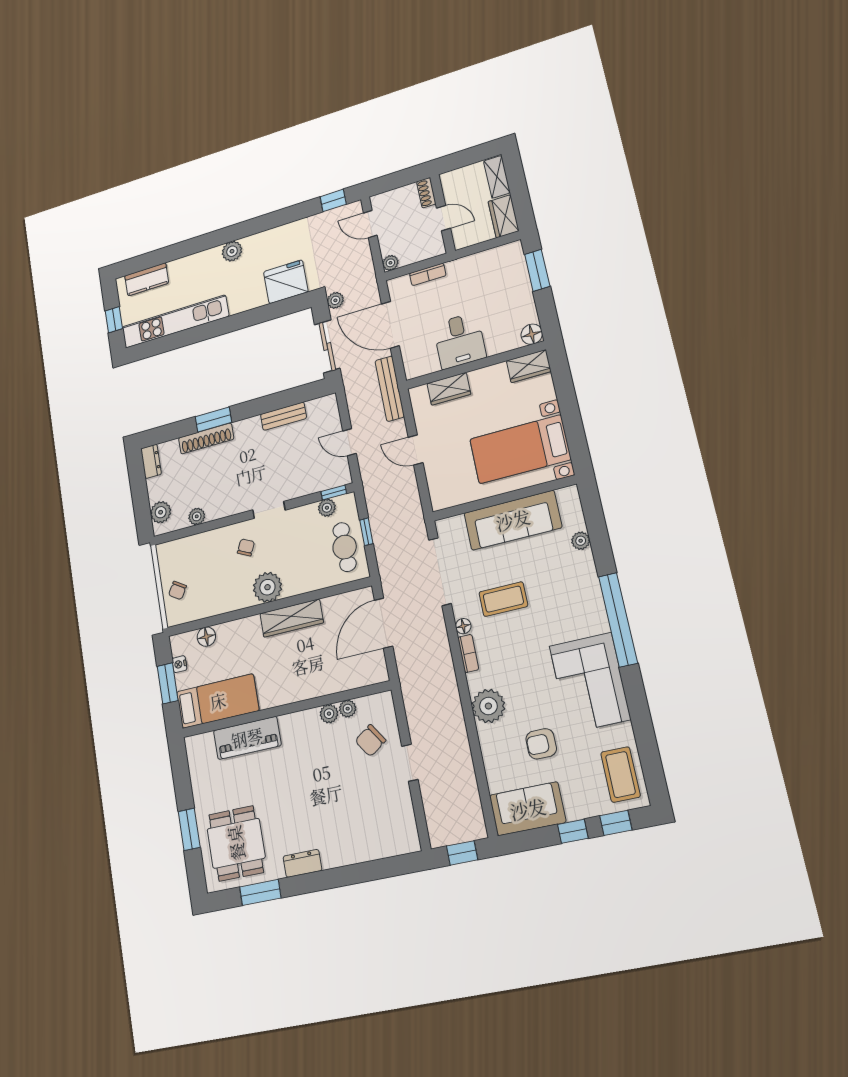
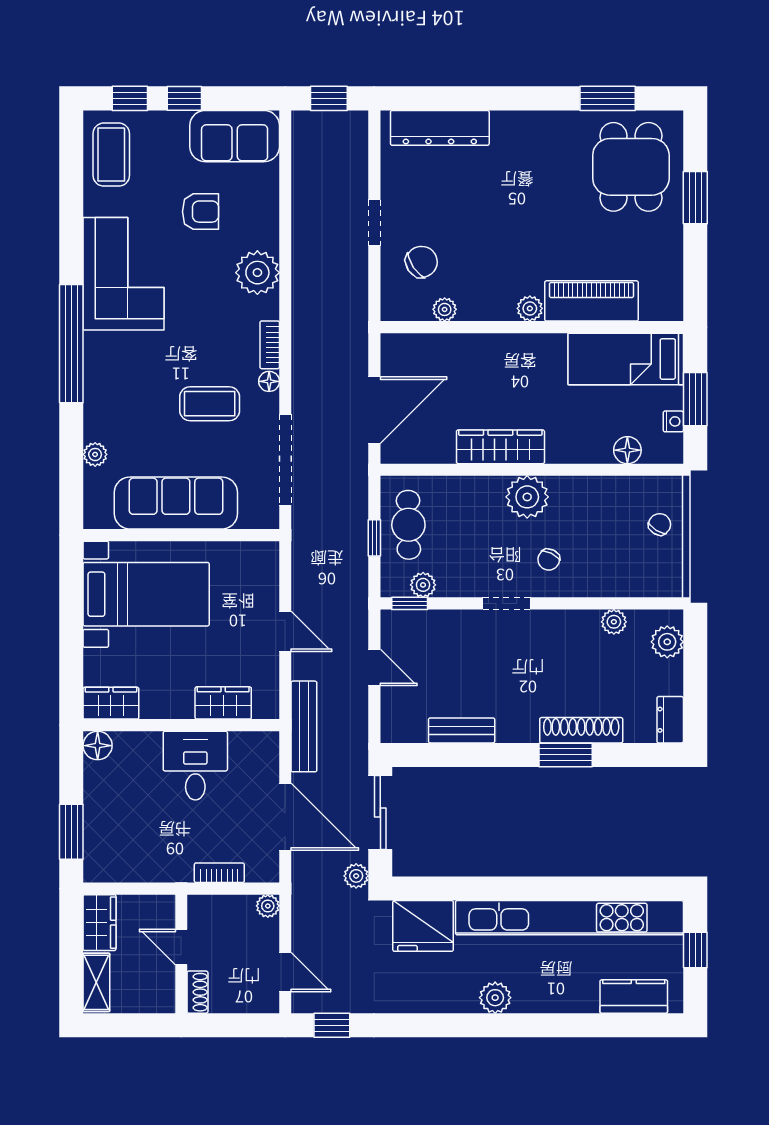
kitchen unit: (175, 322) -> (569, 918), width x1.36
plant: (329, 714) -> (530, 308), moved
dresser: (302, 863) -> (440, 128), moved, width x1.96, depth x1.24

